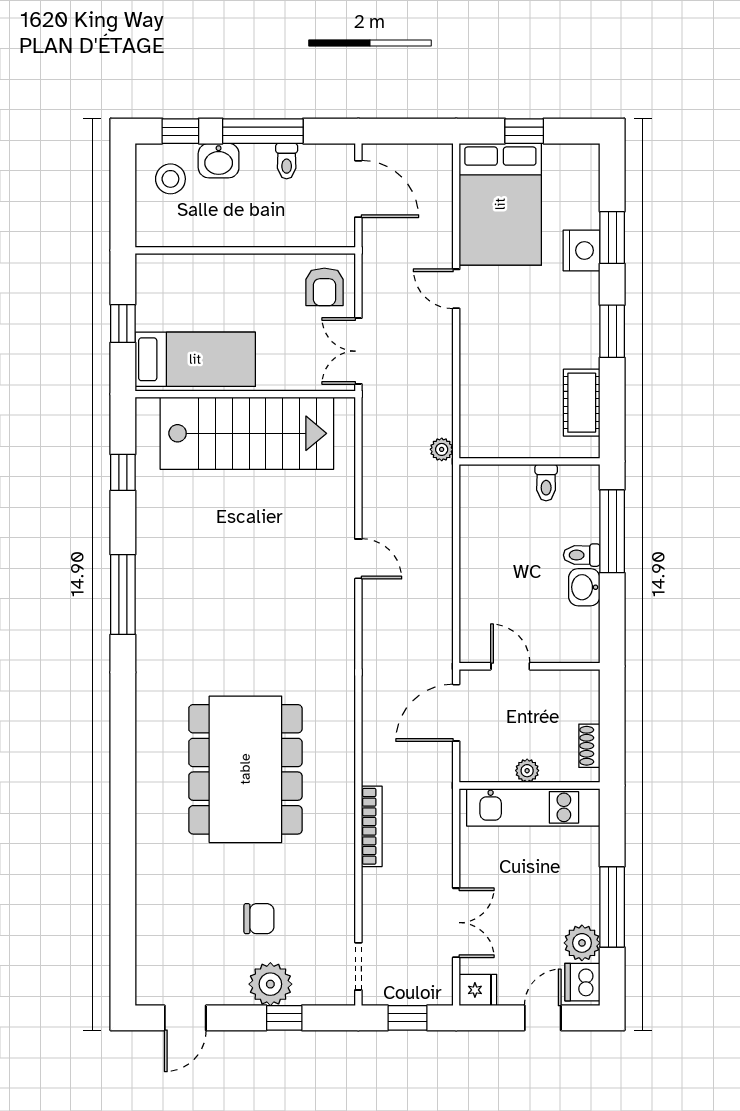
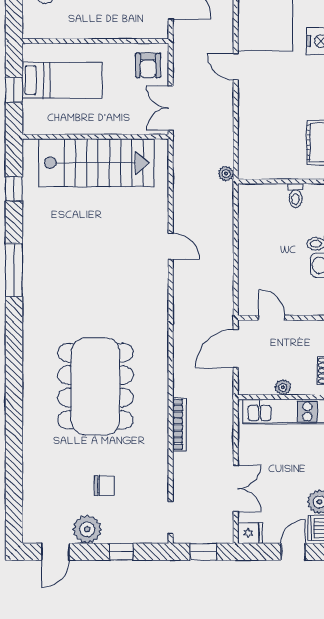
bed: (195, 359) -> (62, 80), moved
plant: (270, 984) -> (87, 529), moved

